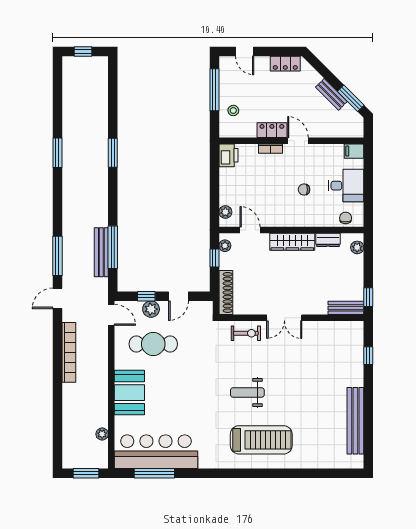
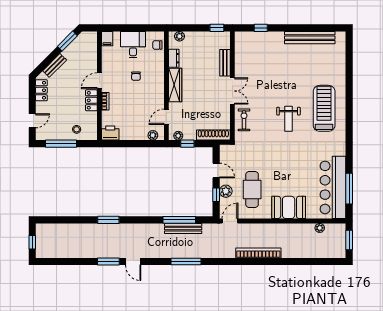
bench: (331, 94) -> (55, 65), moved
door: (57, 298) -> (133, 262), moved
bench: (346, 308) -> (225, 63), moved

